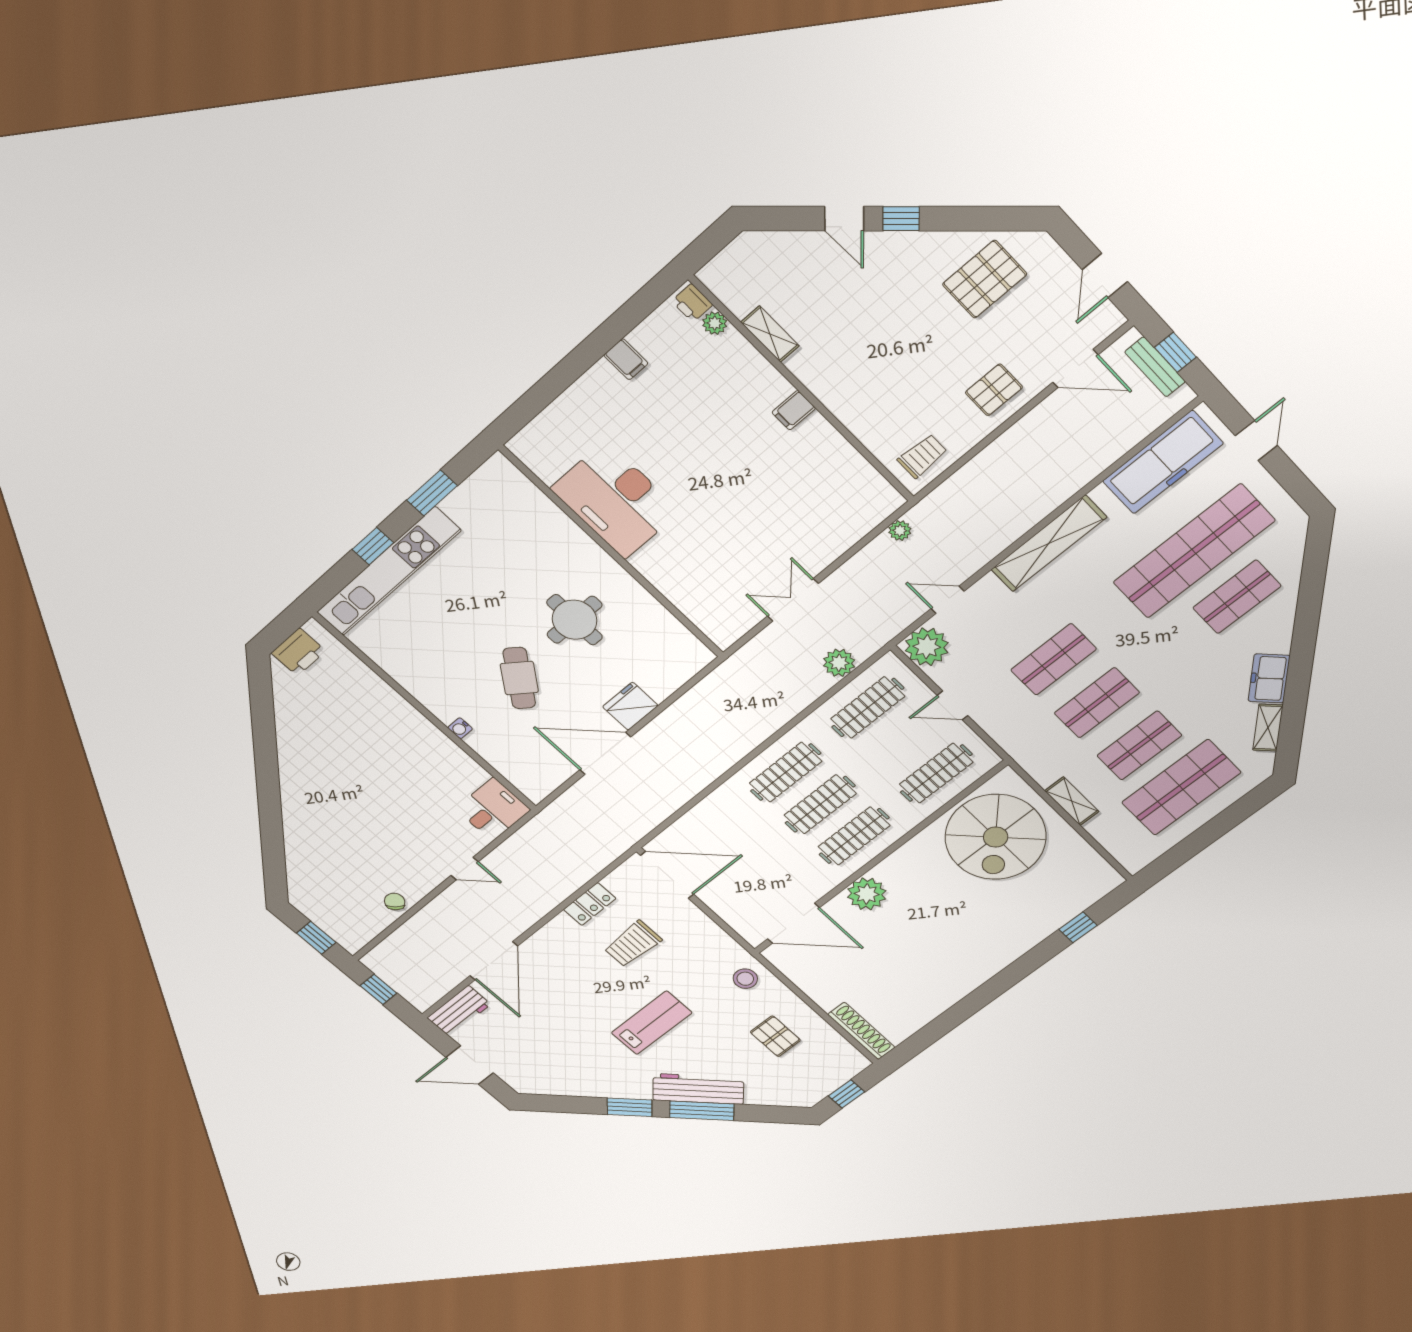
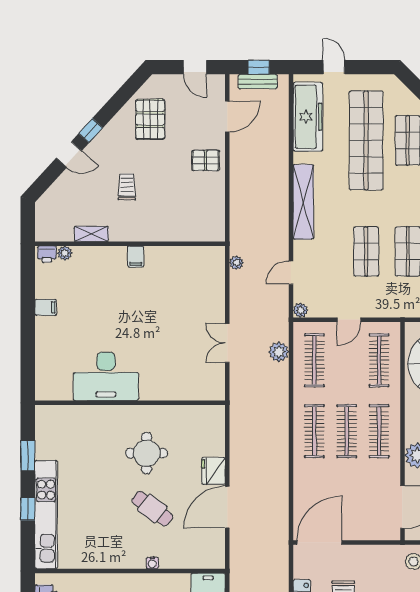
pallet: (994, 390) -> (205, 160), turned 90
trolley: (922, 456) -> (127, 187), moved
plant: (927, 647) -> (300, 310), width x0.53, depth x0.53

